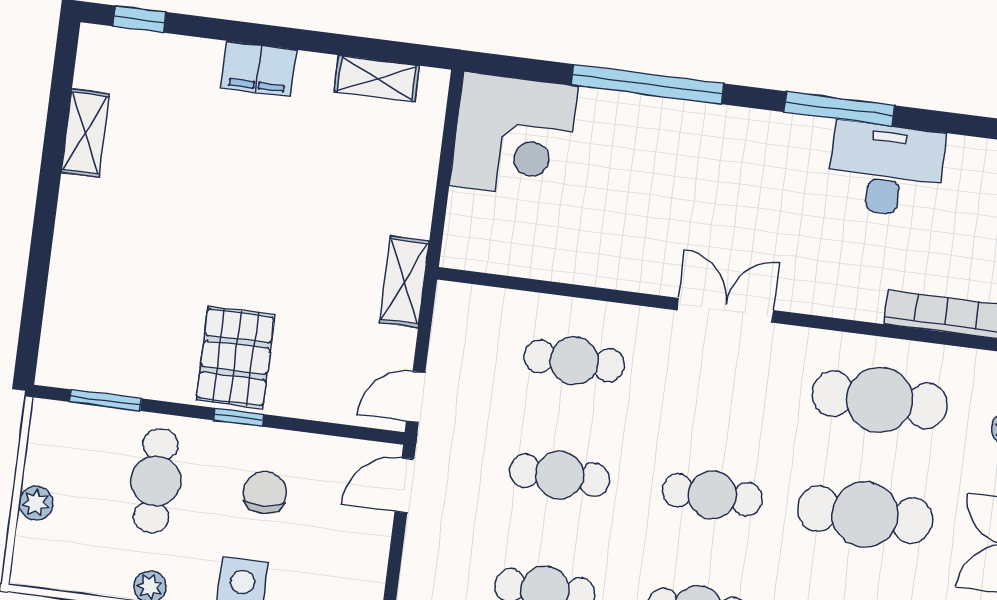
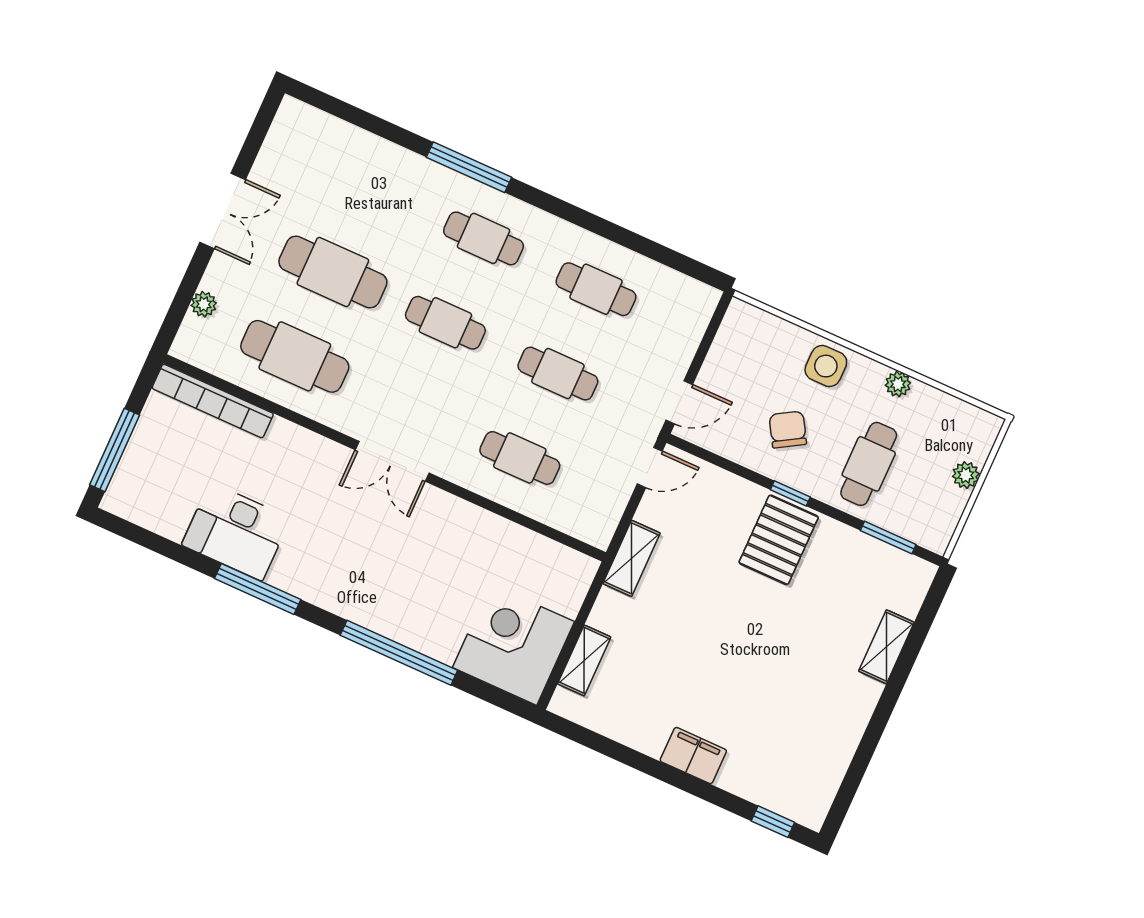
shelving: (377, 79) -> (584, 660), moved, turned 90
shelving: (85, 133) -> (886, 647), moved
chair: (265, 492) -> (788, 430), turned 152

